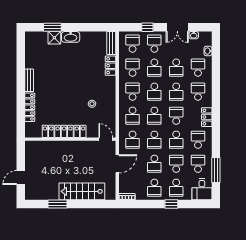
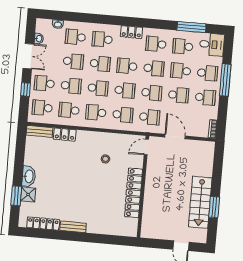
locker: (30, 107) -> (43, 224), moved
stairs: (82, 191) -> (200, 202), moved
window: (171, 204) -> (225, 80), width x2.17

